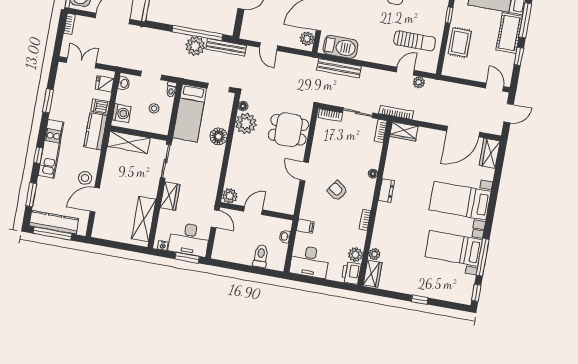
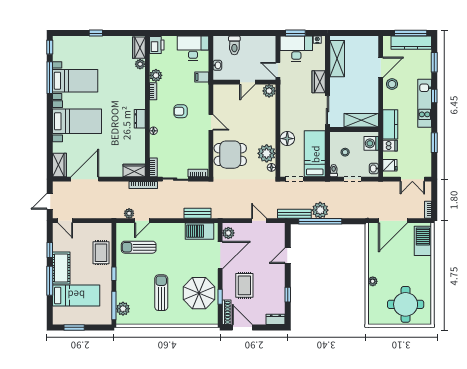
bench: (339, 68) -> (197, 213), width x0.73
armchair: (337, 191) -> (181, 111), turned 145
plant: (355, 255) -> (156, 75), moved

